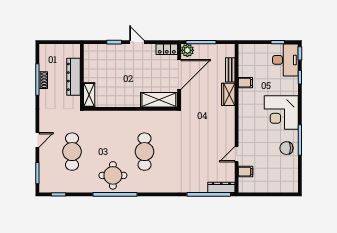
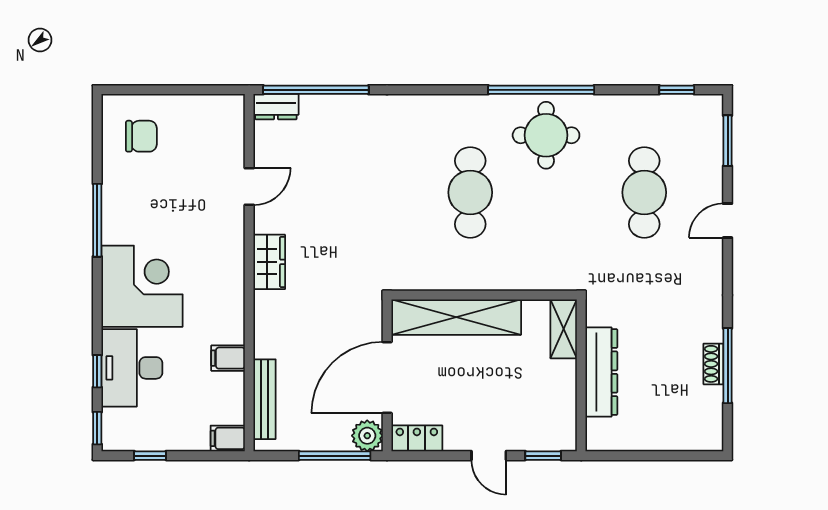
desk: (285, 60) -> (132, 368), moved
bench: (230, 70) -> (265, 399), width x1.36
wall: (82, 75) -> (581, 375), moved
dresser: (73, 77) -> (601, 372), moved
wardrobe: (228, 94) -> (269, 262), moved
shelving: (89, 95) -> (564, 329), moved
shelving: (159, 100) -> (456, 317), width x1.47
chair: (286, 148) -> (141, 136), moved
filing cabinet: (245, 172) -> (228, 438), moved
dresser: (221, 187) -> (276, 107), width x0.70

